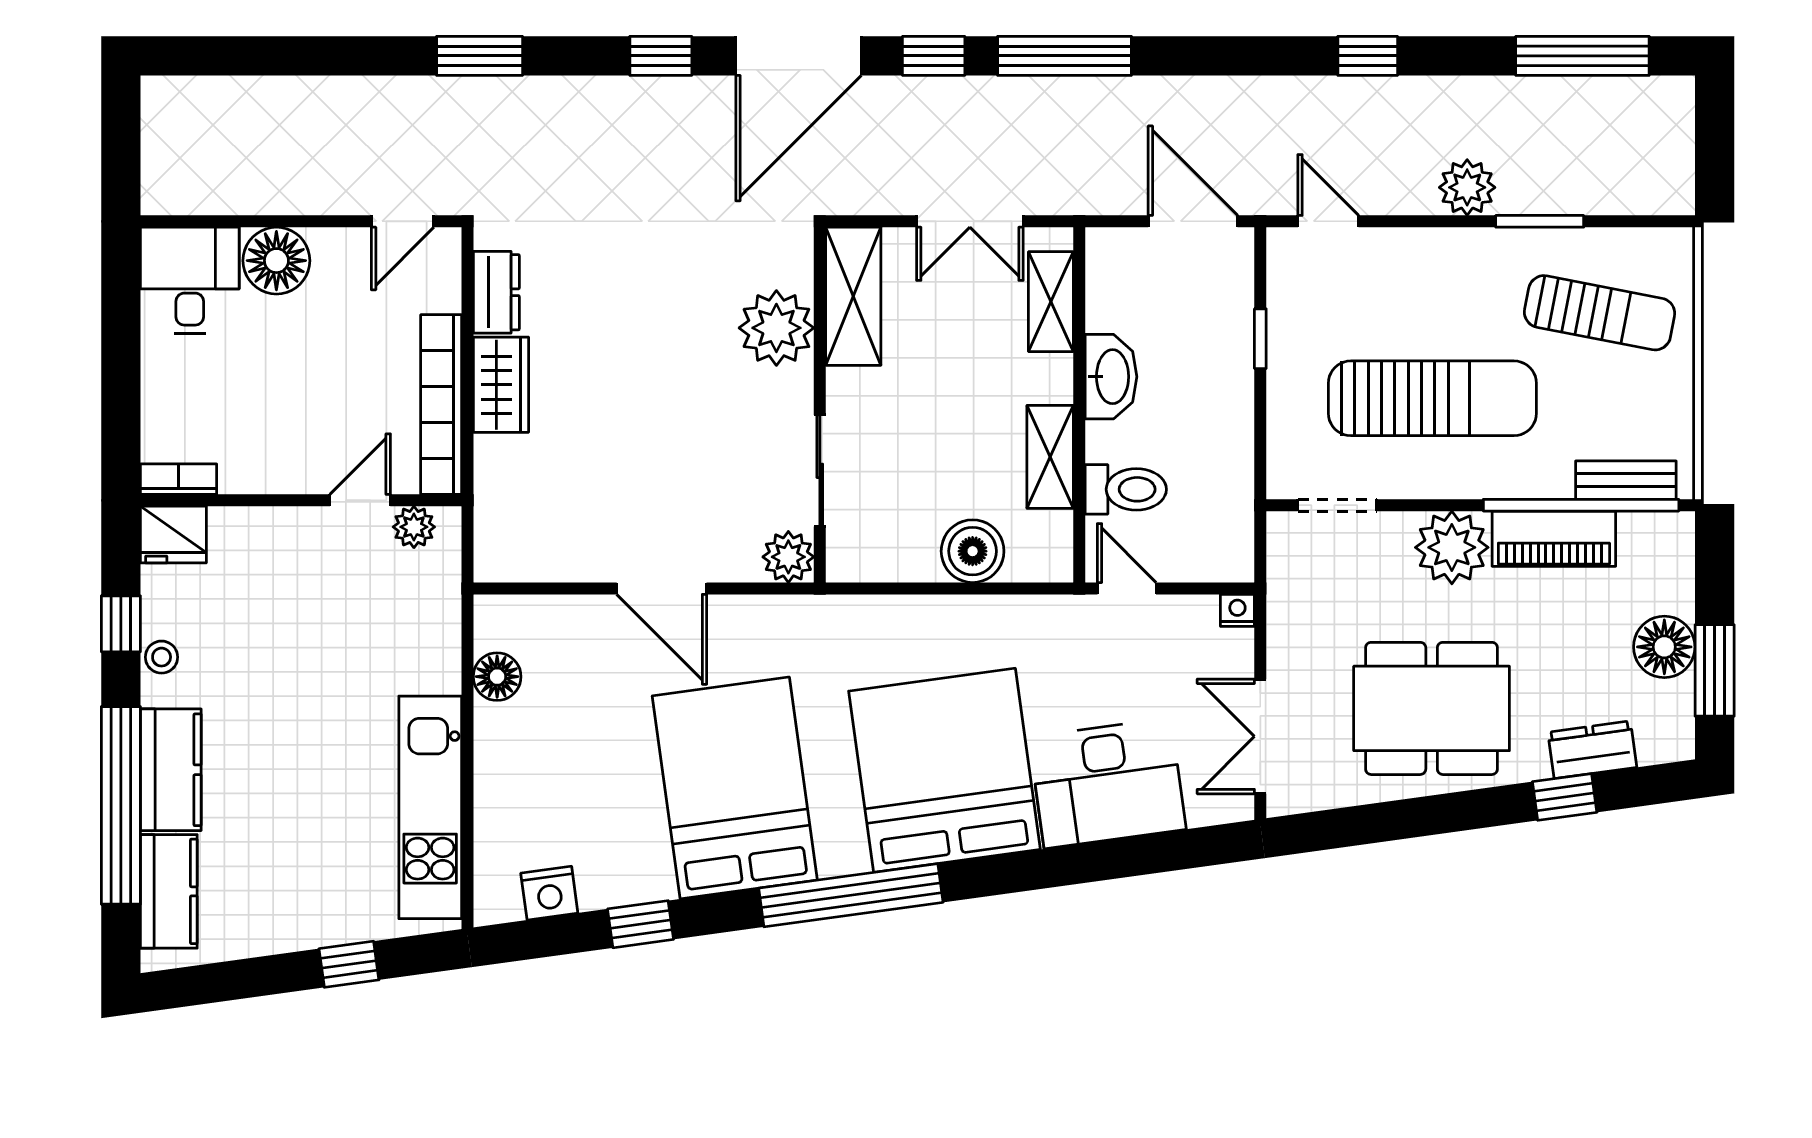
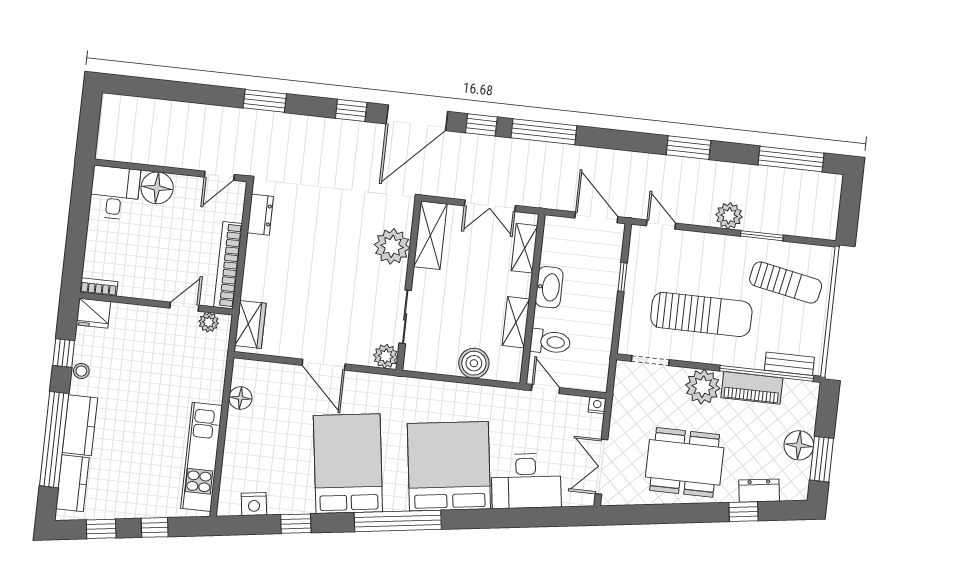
window: (1368, 56) -> (689, 148), width x1.50
wardrobe: (501, 385) -> (250, 324), moved
window: (239, 980) -> (101, 529), added

